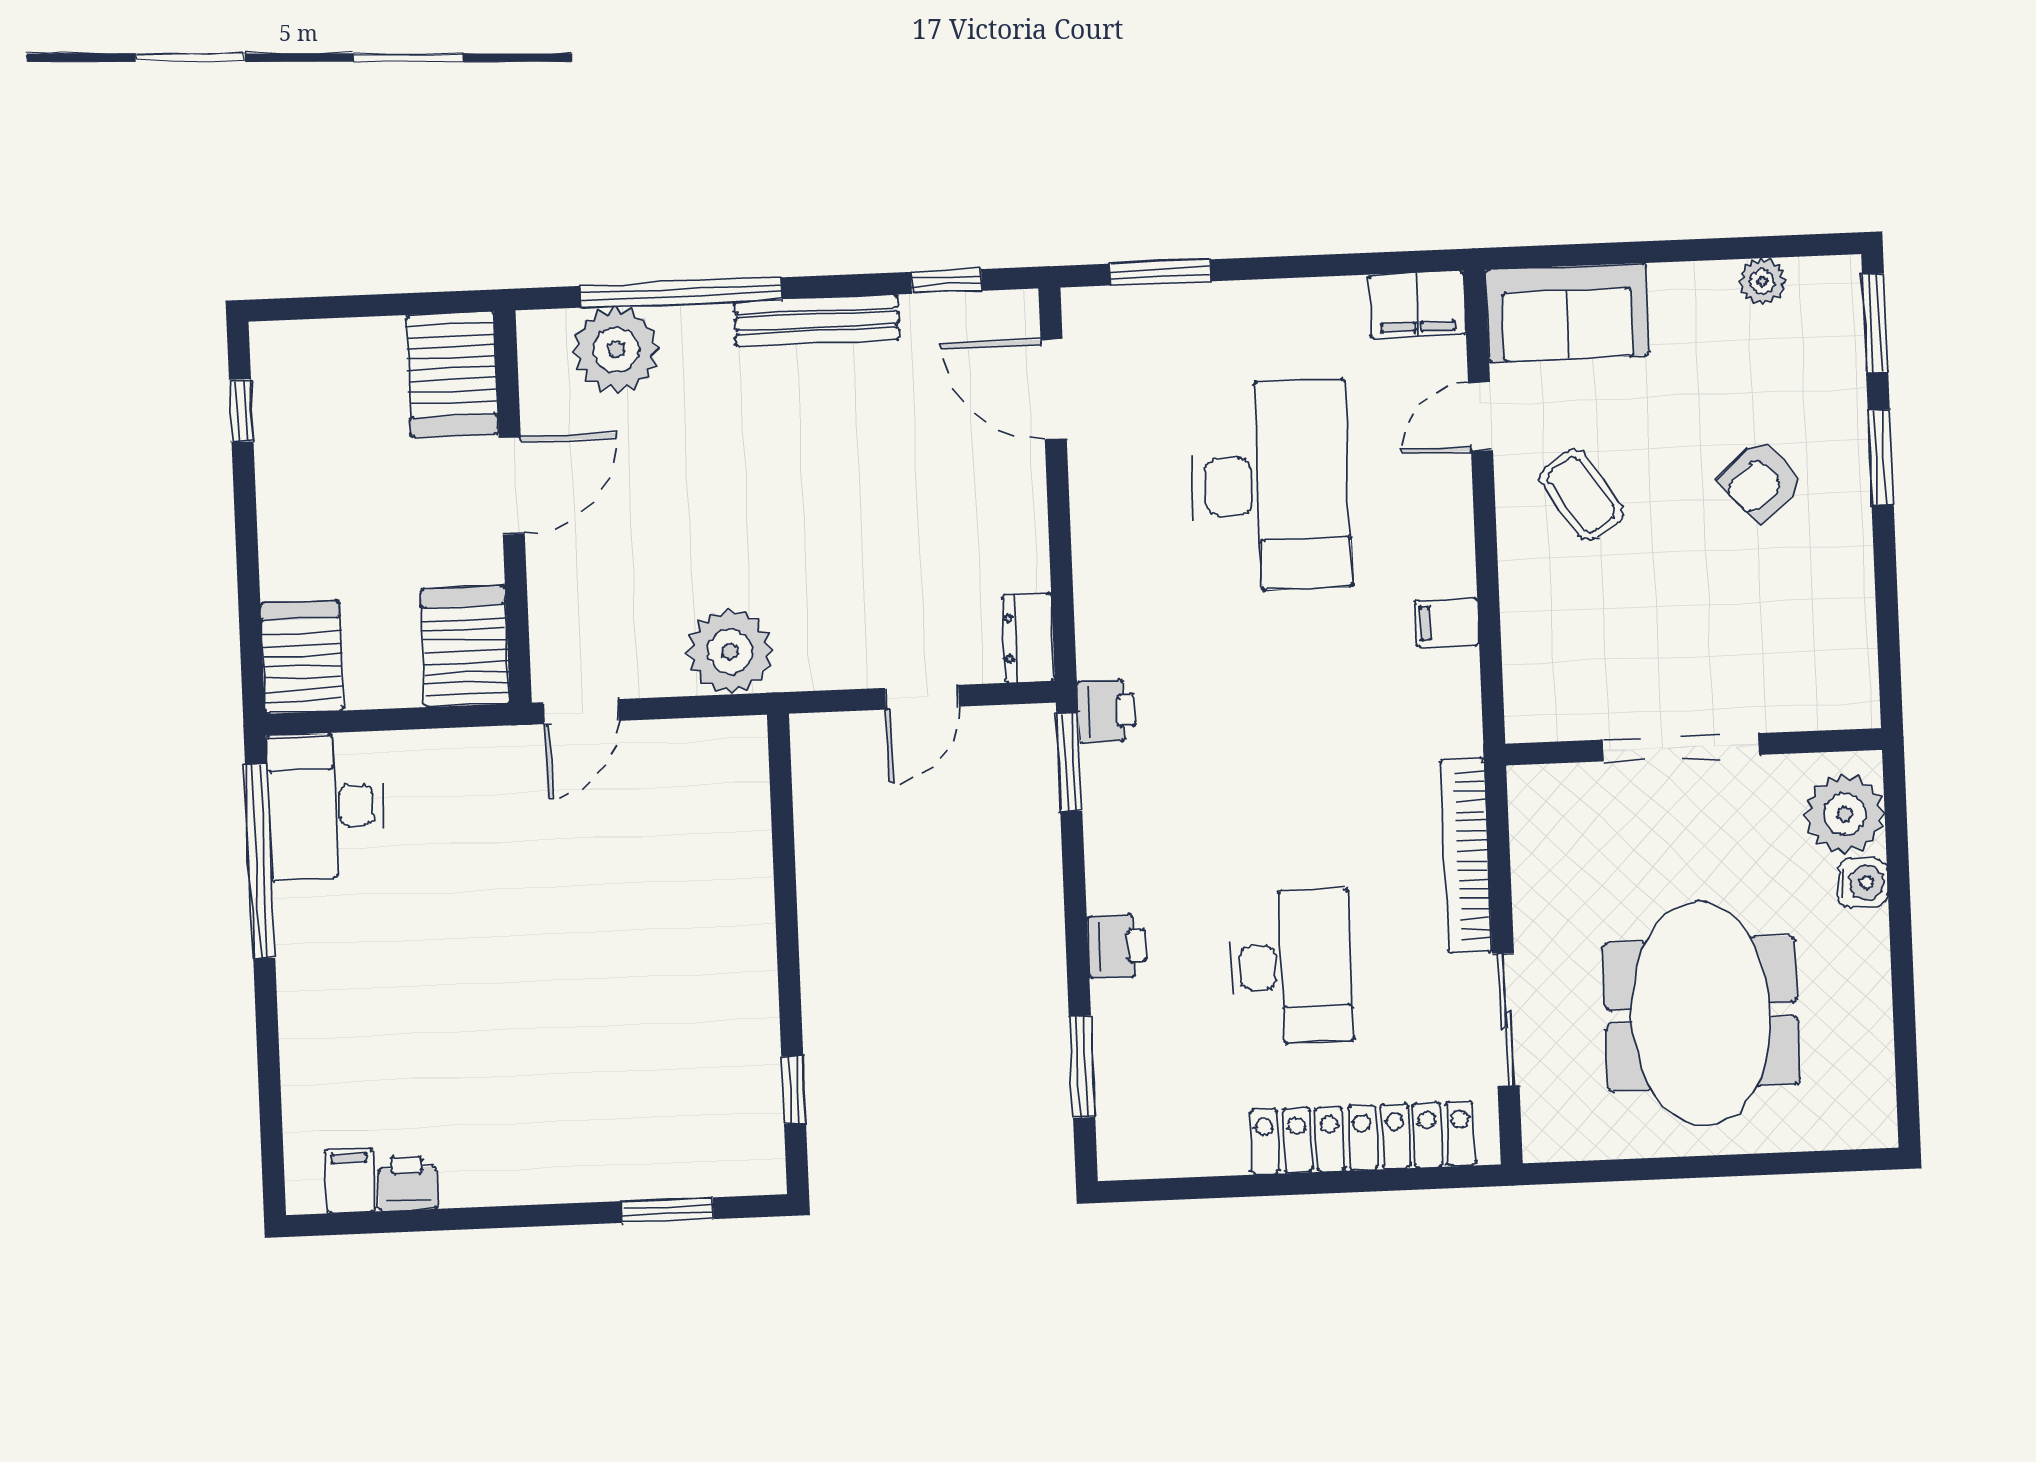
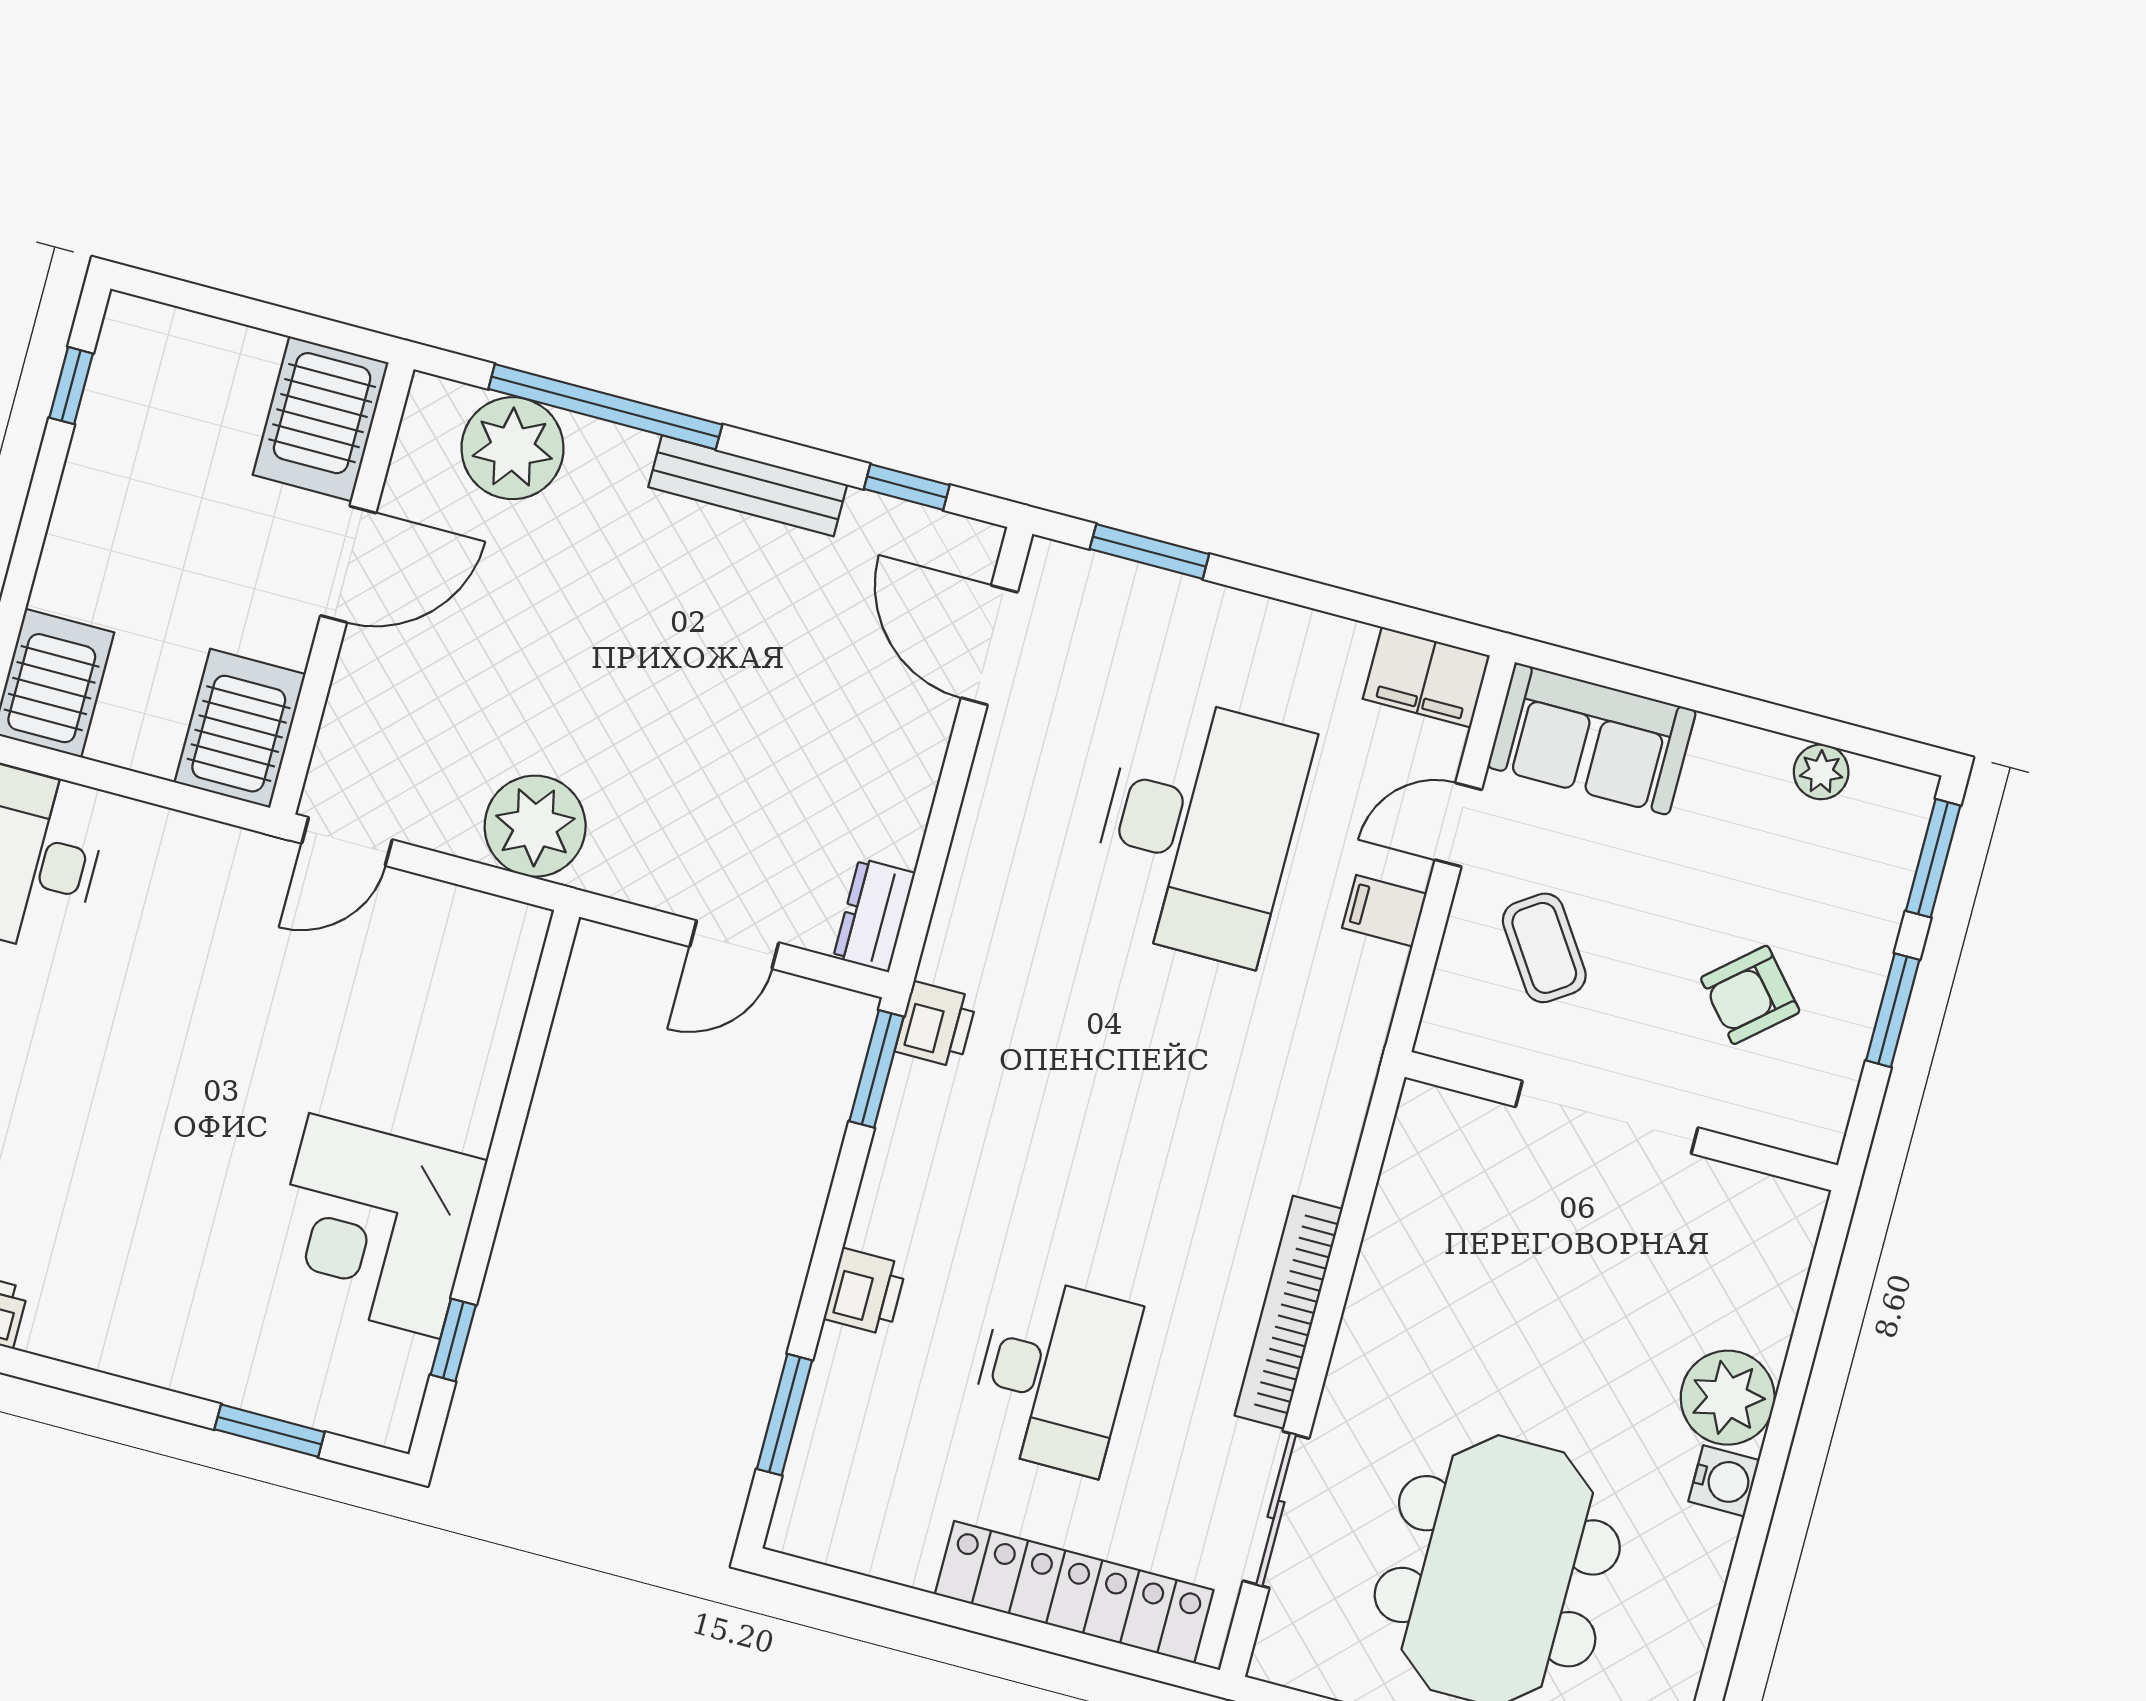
filing cabinet: (1447, 622) -> (1384, 911), moved
doorway: (1681, 747) -> (1607, 1117), moved
wall: (1694, 747) -> (1621, 1121), moved
corner desk: (701, 1017) -> (375, 1226), added

